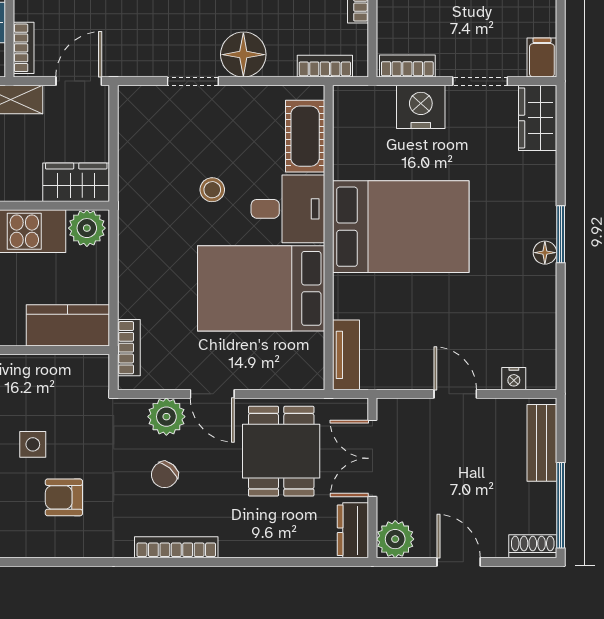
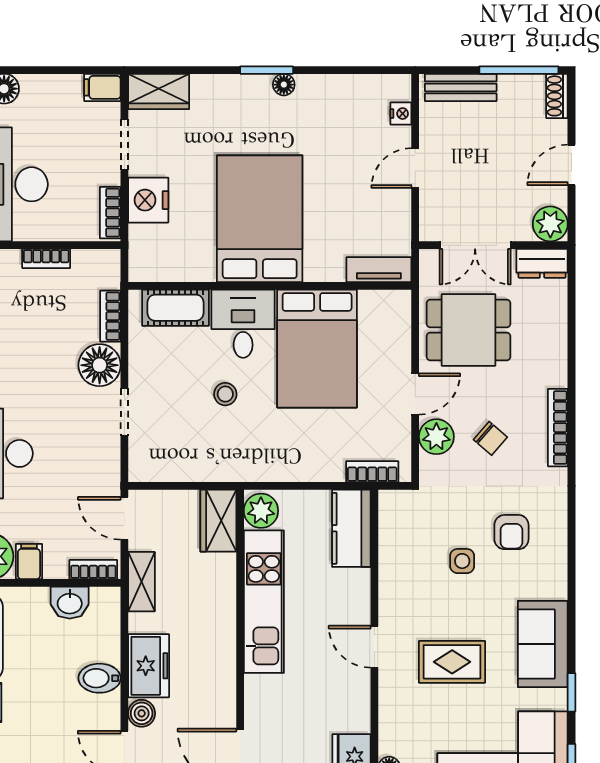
bookcase: (325, 66) -> (110, 316), moved

